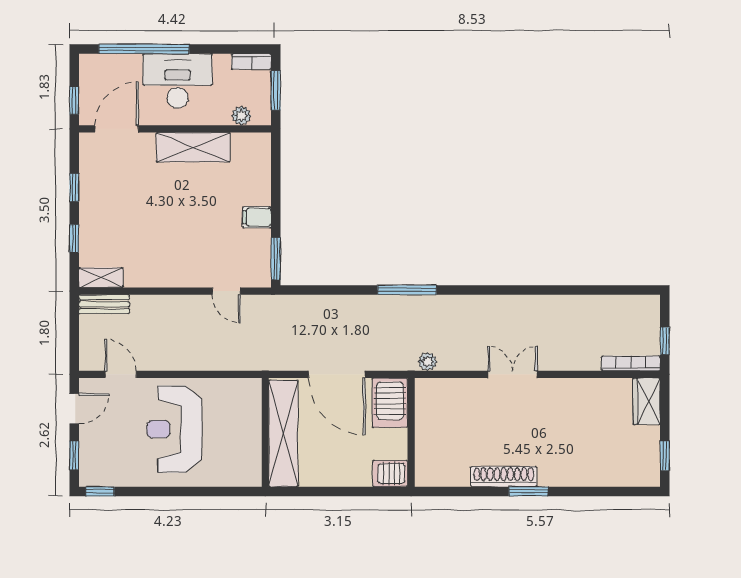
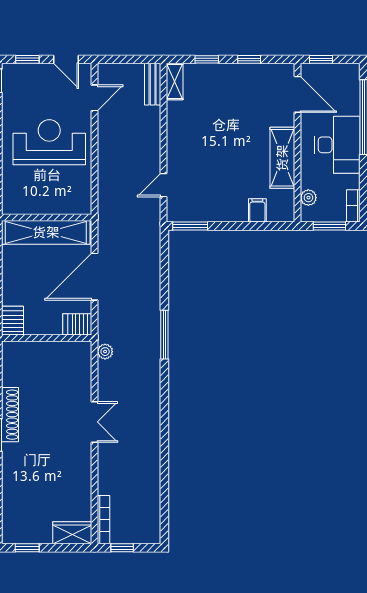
filing cabinet: (257, 217) -> (257, 210), moved
server rack: (390, 403) -> (77, 324), width x0.73, depth x0.70

